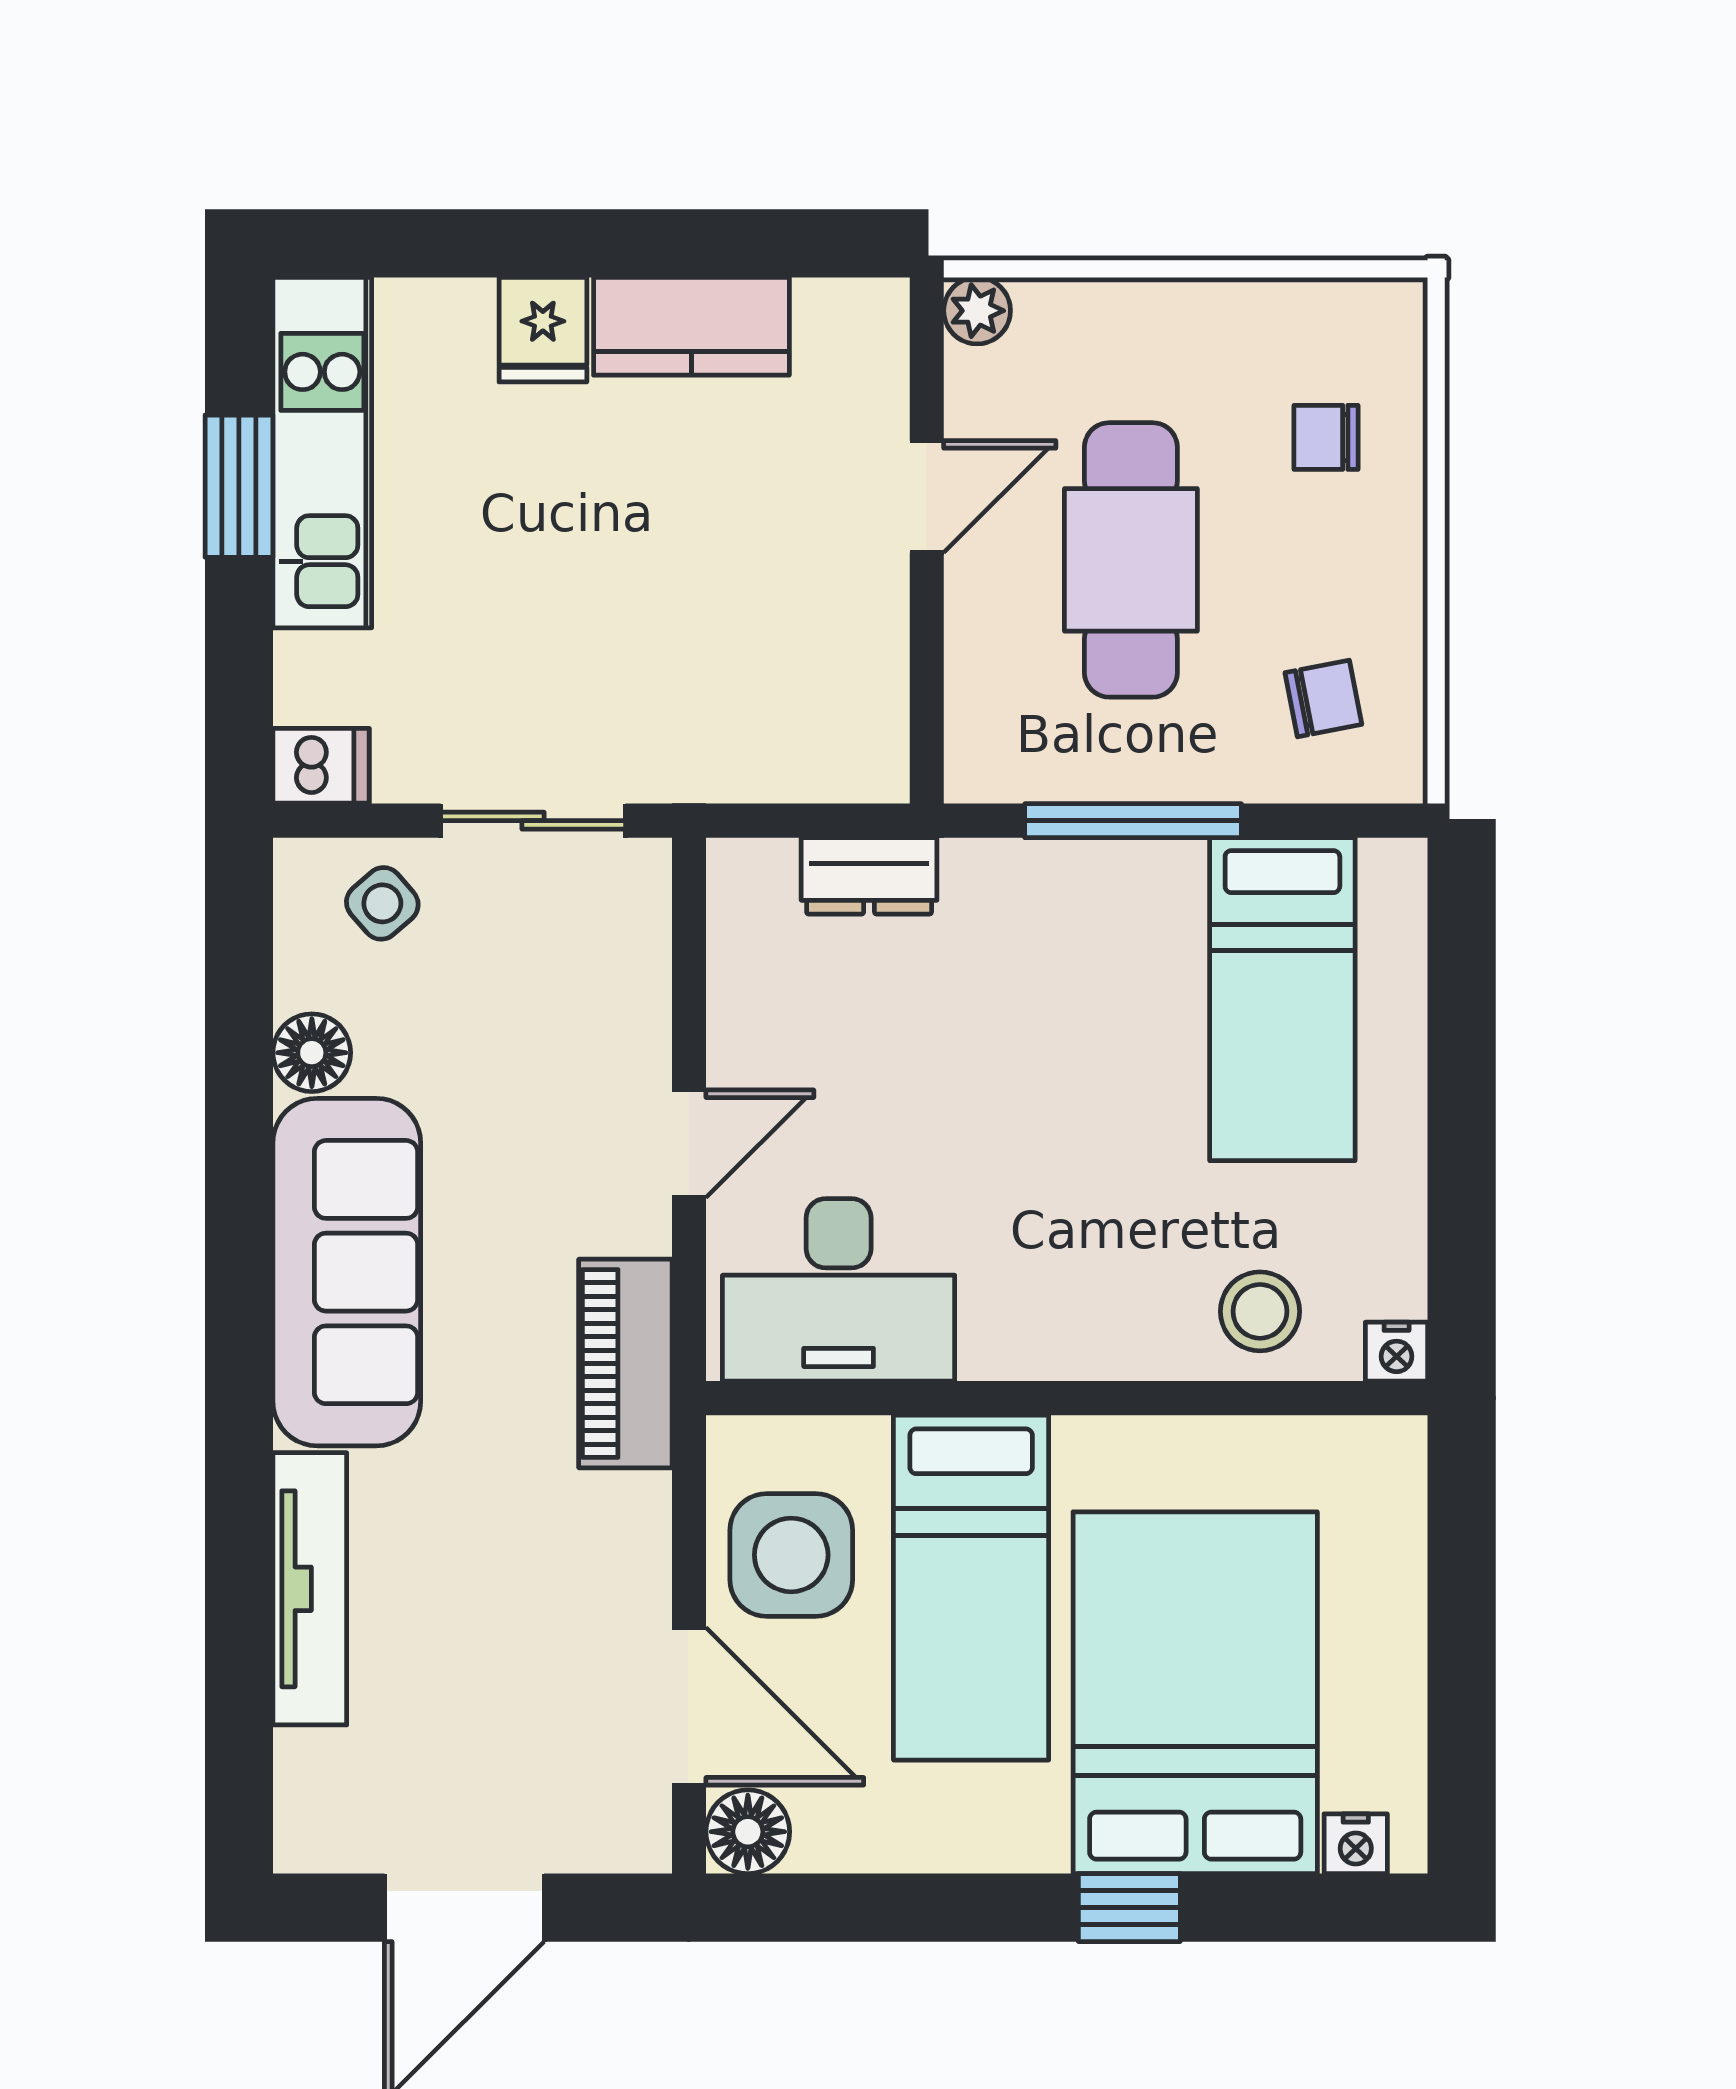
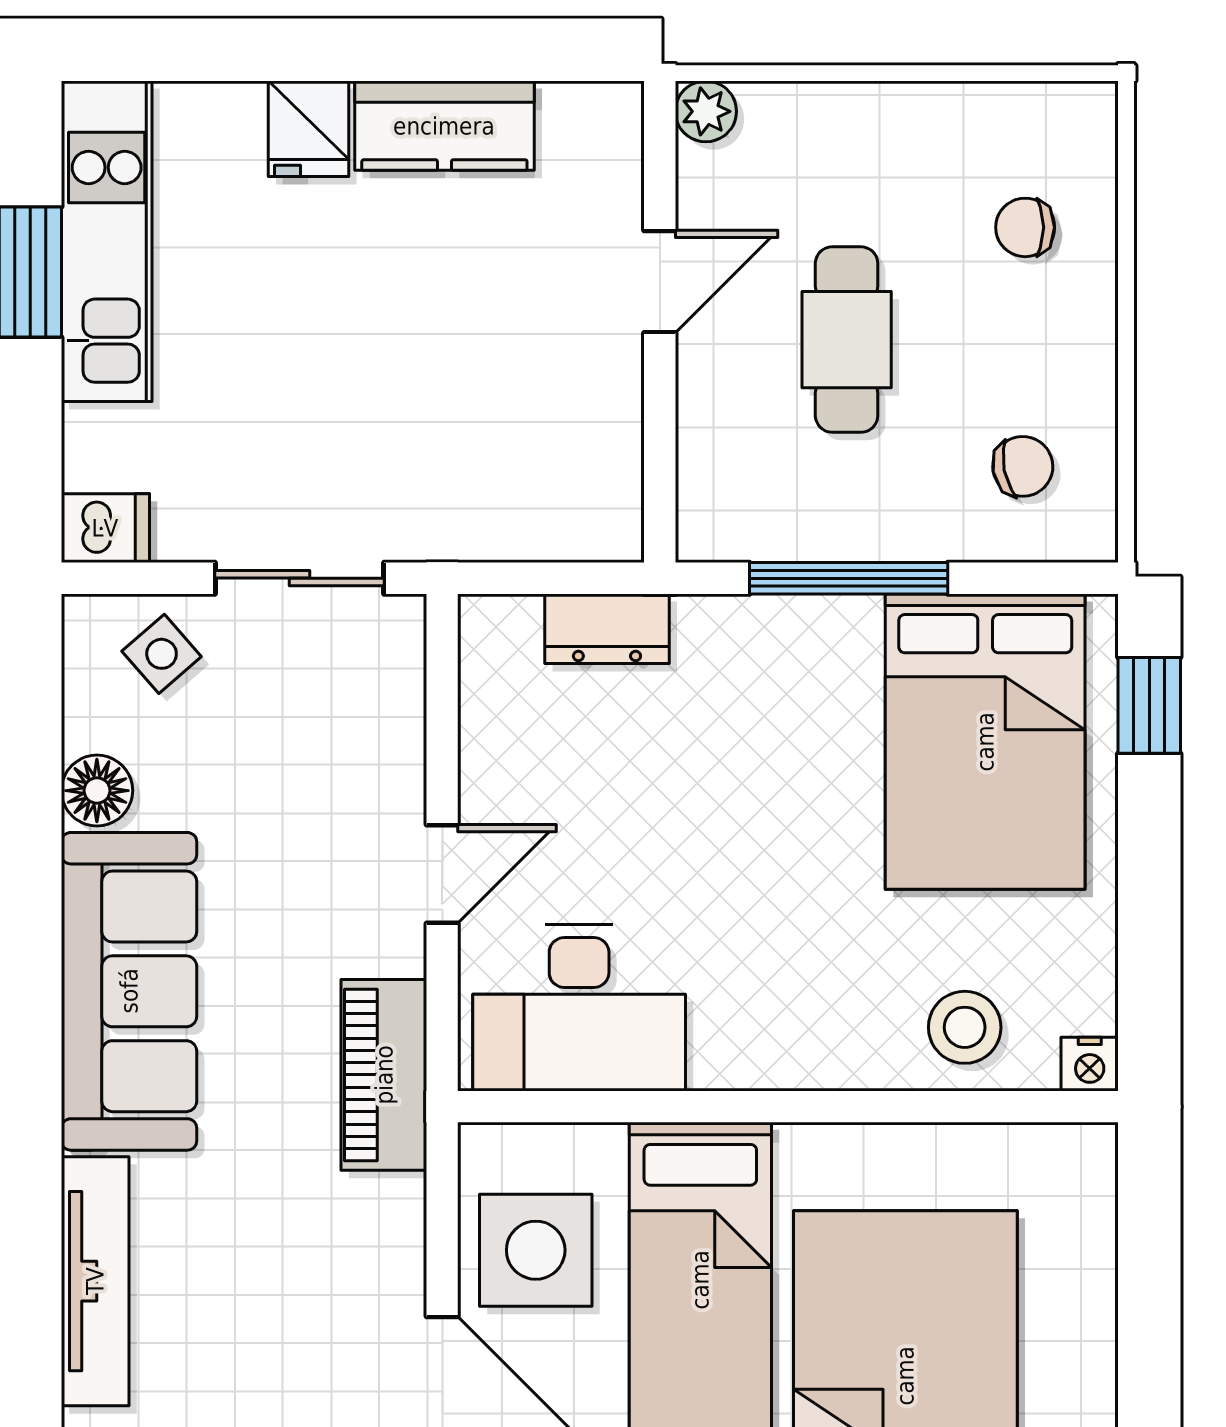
cafe table: (1131, 560) -> (847, 340), width x0.73, depth x0.74
window: (1462, 960) -> (1149, 705), added
bed: (1282, 999) -> (985, 742), width x1.50

